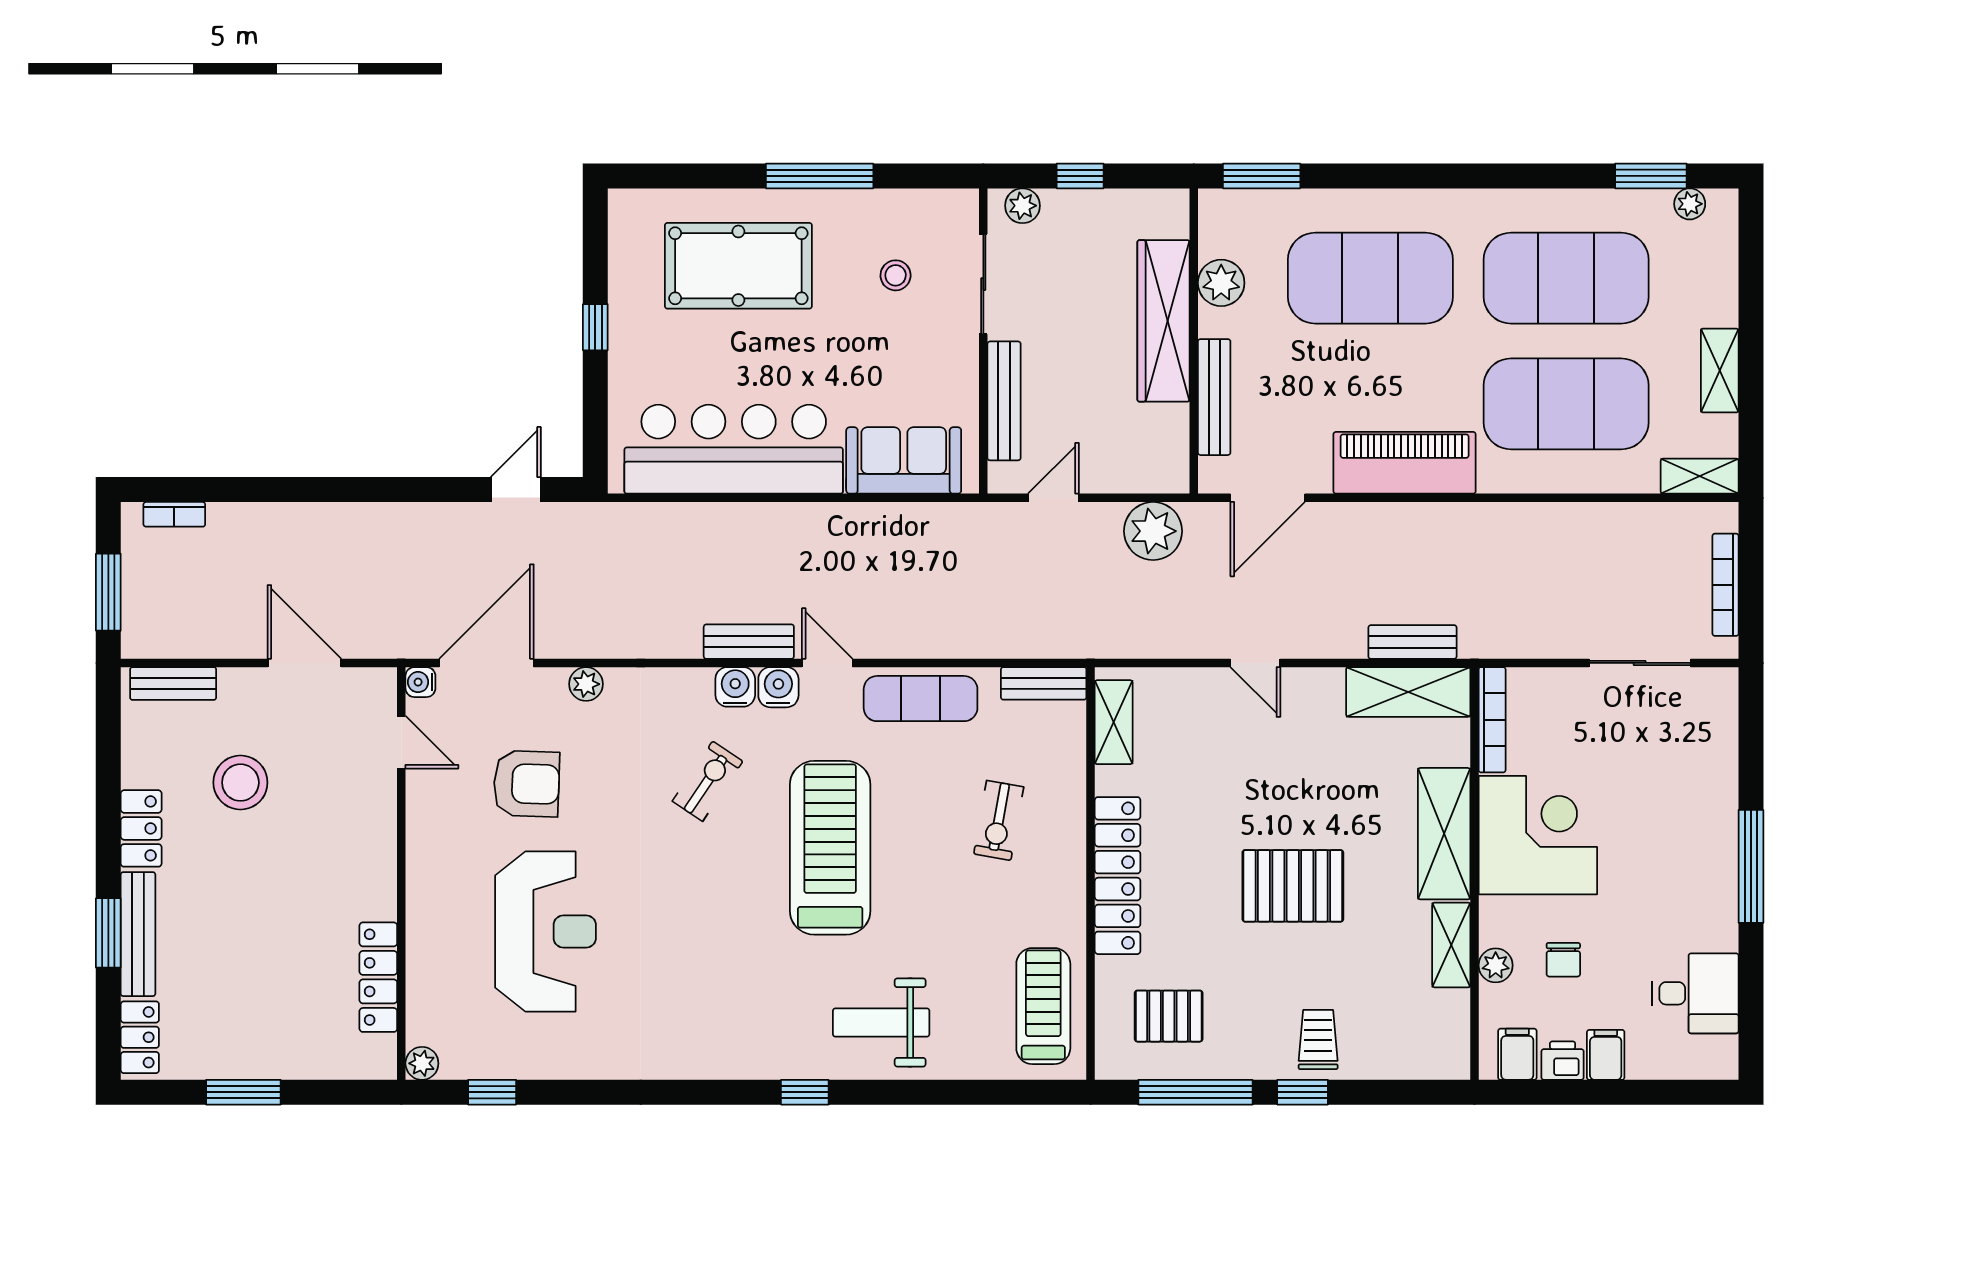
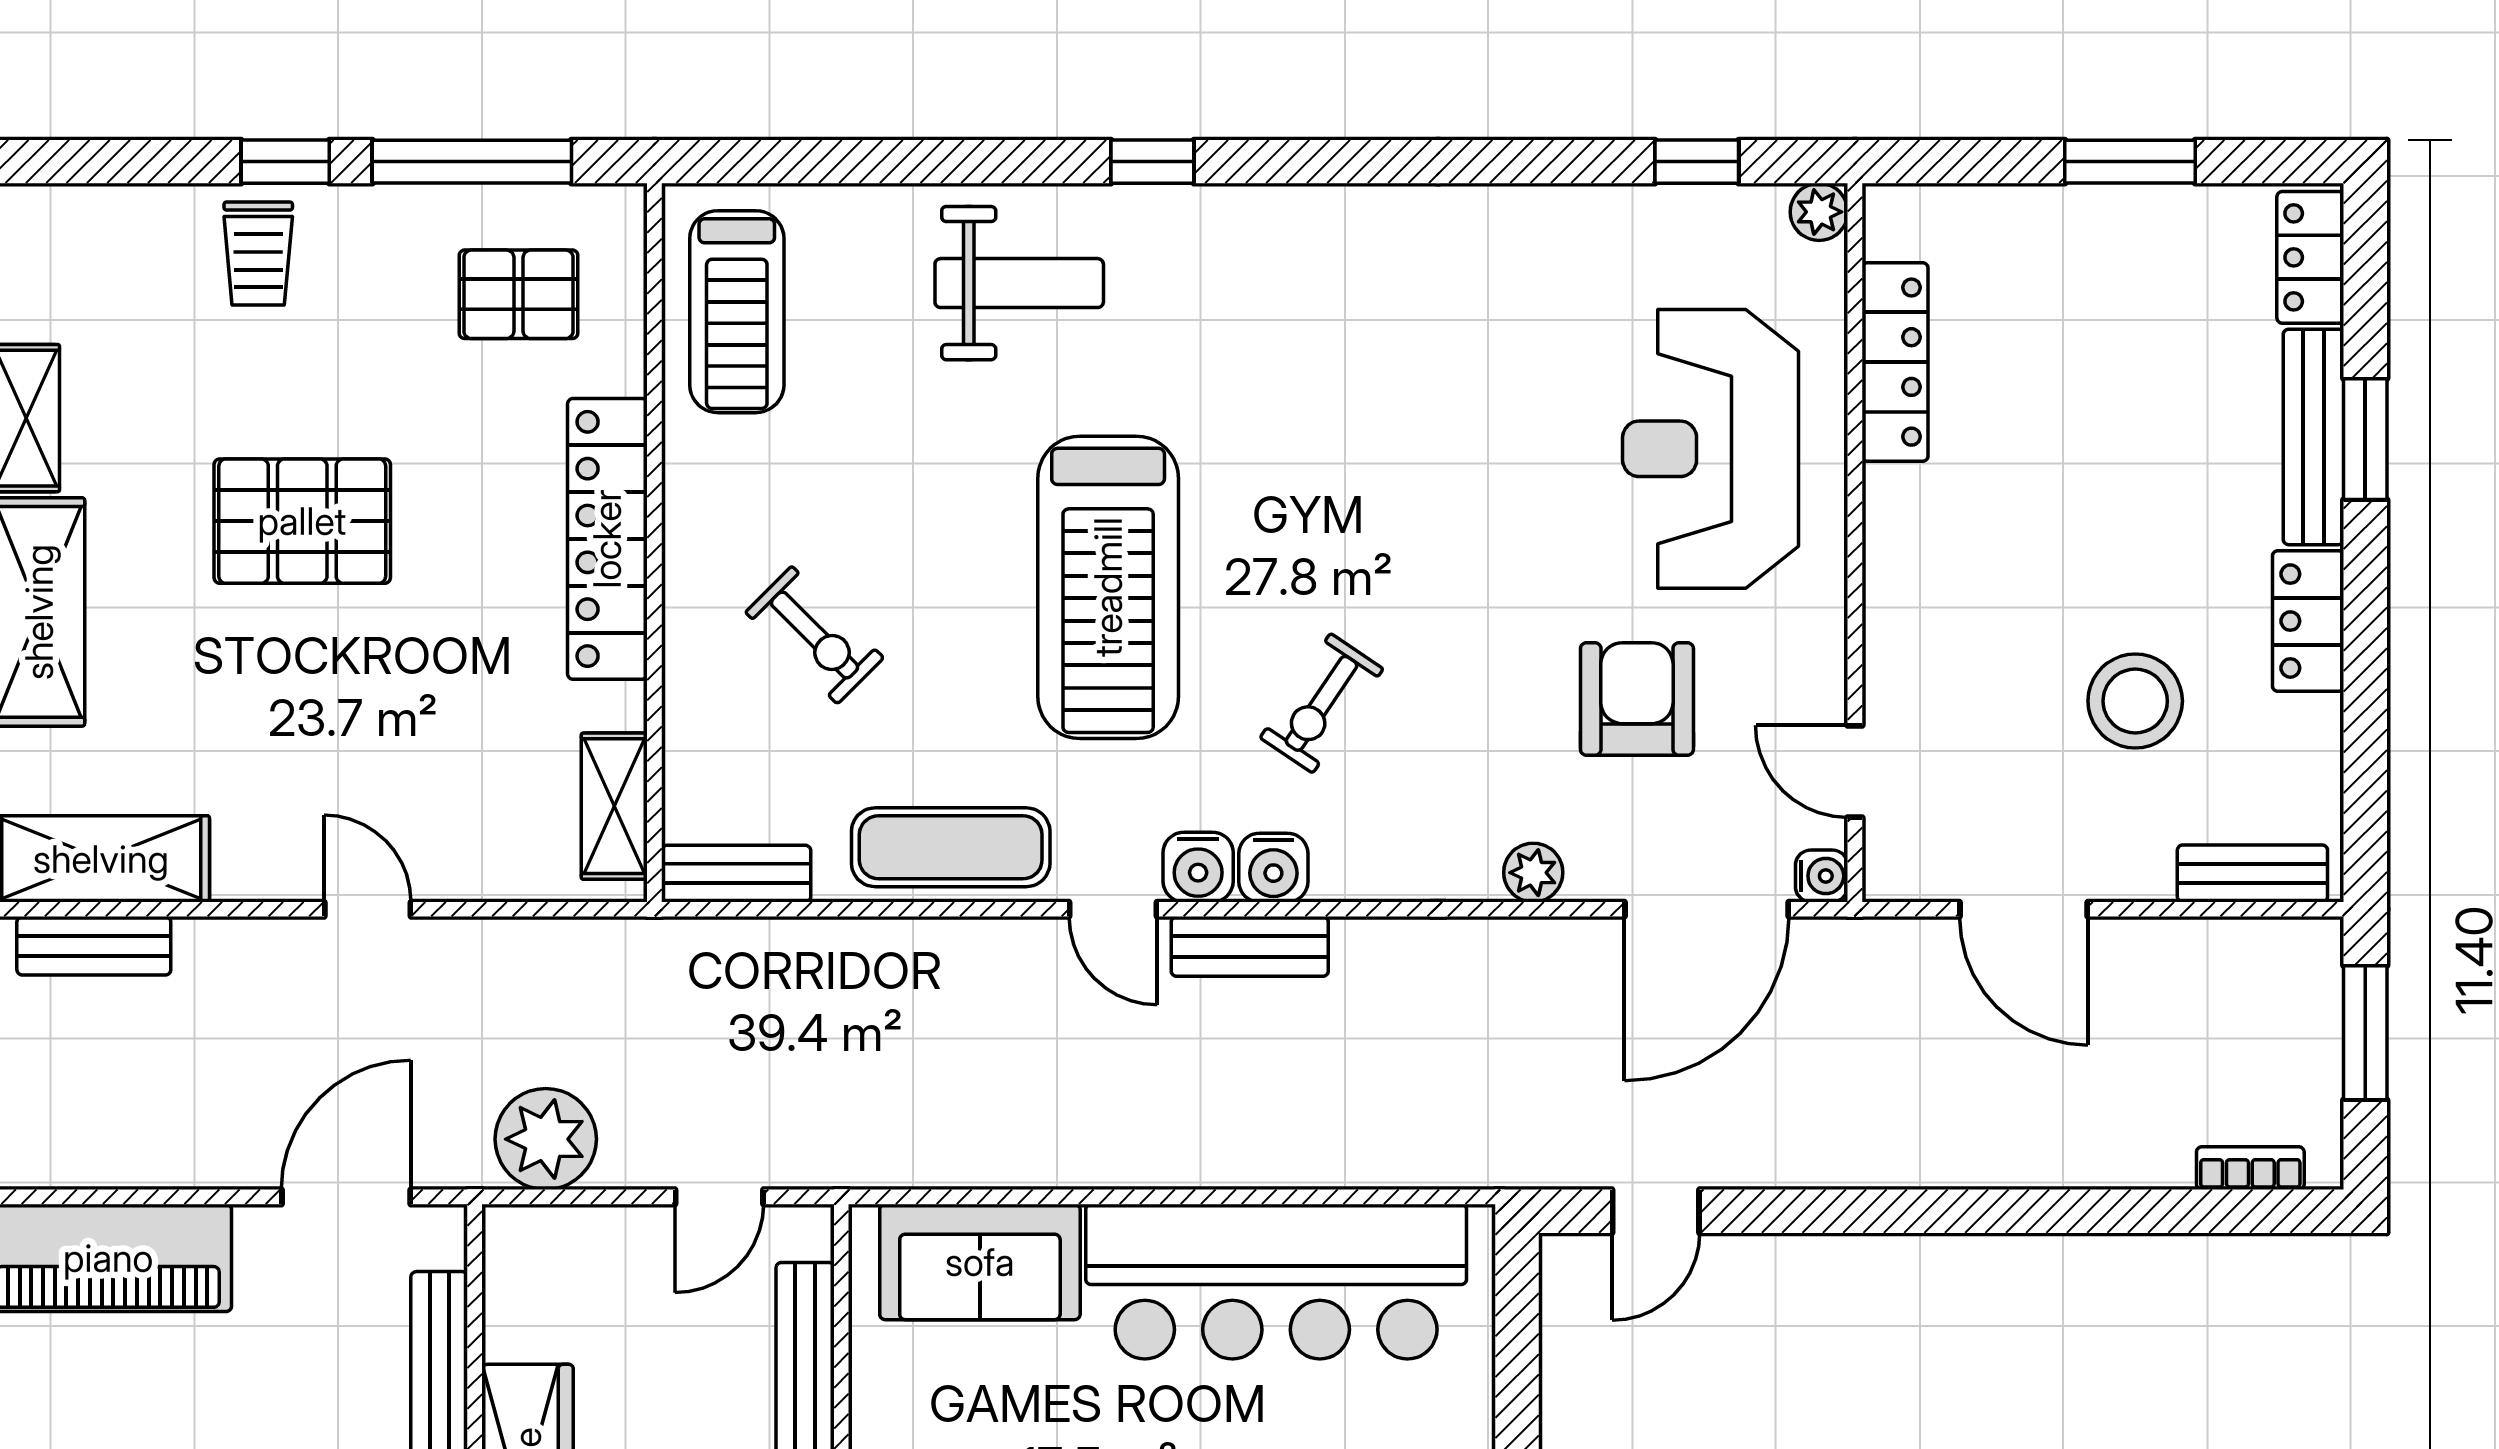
armchair: (526, 784) -> (1637, 699), turned 88
exercise bike: (999, 820) -> (814, 635), turned 125
reception desk: (546, 931) -> (1711, 449), moved

